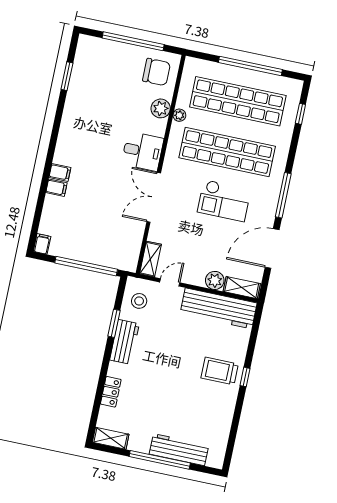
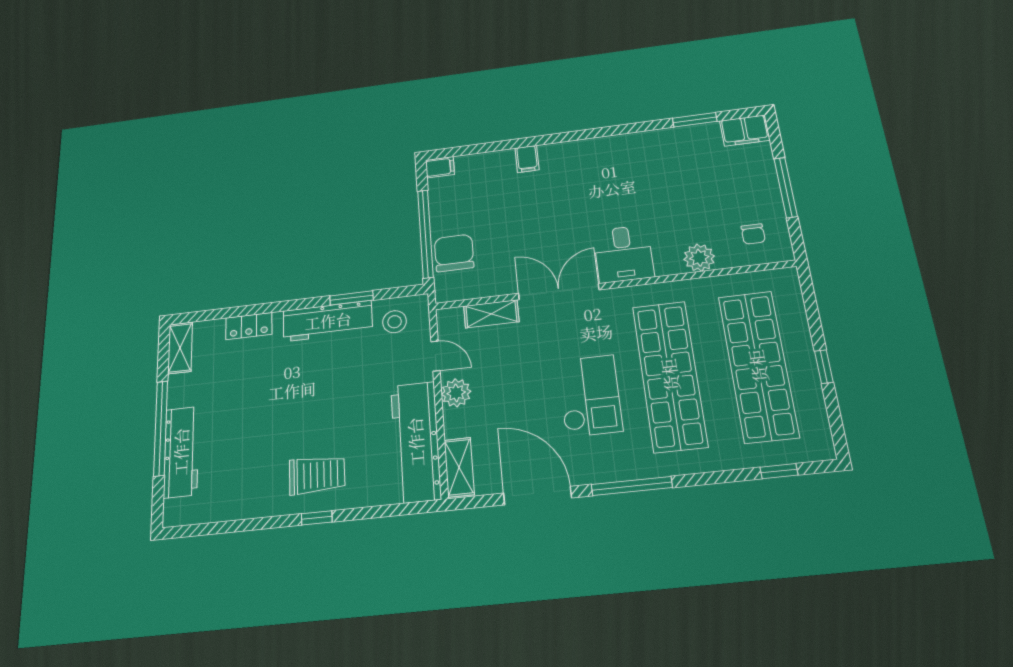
window: (133, 41) -> (786, 187), width x0.68
window: (250, 66) -> (824, 367), width x0.32
chair: (157, 72) -> (753, 234), width x0.54, depth x0.54
plant: (179, 115) -> (700, 287), removed
filing cabinet: (60, 172) -> (745, 131), moved, width x2.00
checkout: (224, 201) -> (590, 396), turned 180
chair: (106, 252) -> (454, 253), added
shelving: (150, 259) -> (491, 314), moved
plant: (215, 280) -> (456, 393), moved
workbench: (124, 342) -> (328, 321), width x1.38
trolley: (220, 371) -> (317, 475), turned 90

